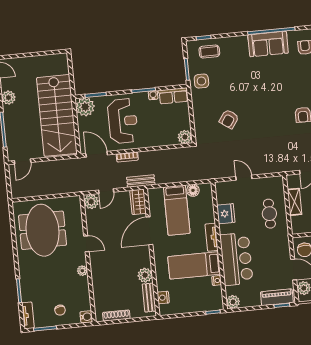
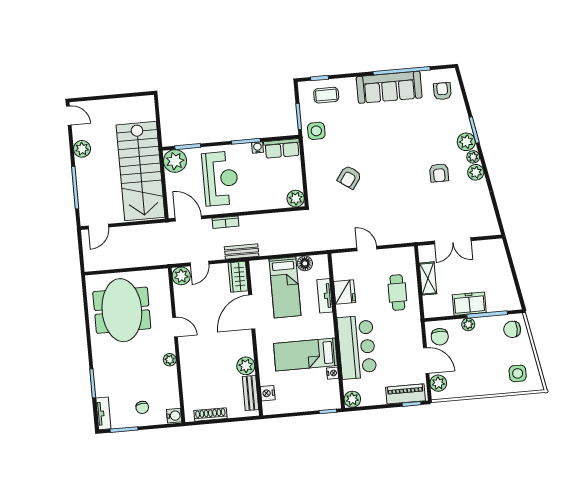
sofa: (268, 44) -> (389, 87), width x1.36
tv unit: (212, 237) -> (325, 296), moved

